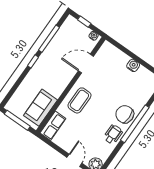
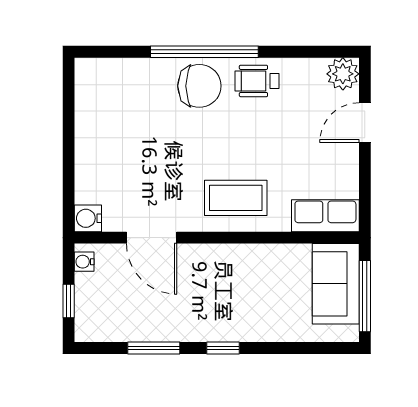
window: (49, 39) -> (154, 348), width x0.69
water cooler: (133, 65) -> (88, 218), moved
sofa: (40, 108) -> (336, 284), moved, turned 90
chair: (125, 114) -> (199, 86), turned -90

